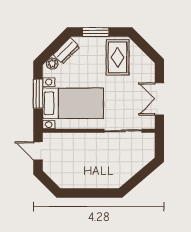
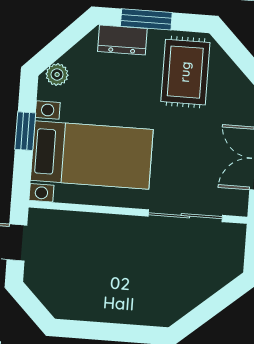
dresser: (66, 51) -> (122, 40), moved, turned 45
window: (38, 94) -> (25, 131), width x0.67

